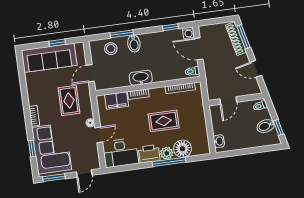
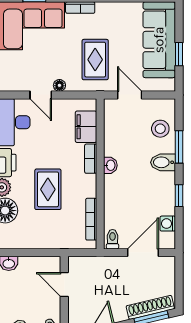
window: (170, 27) -> (179, 196), moved
washing machine: (188, 33) -> (168, 224), moved
washbasin: (141, 78) -> (110, 165), width x0.52, depth x0.69
rug: (69, 100) -> (95, 60), turned 90

